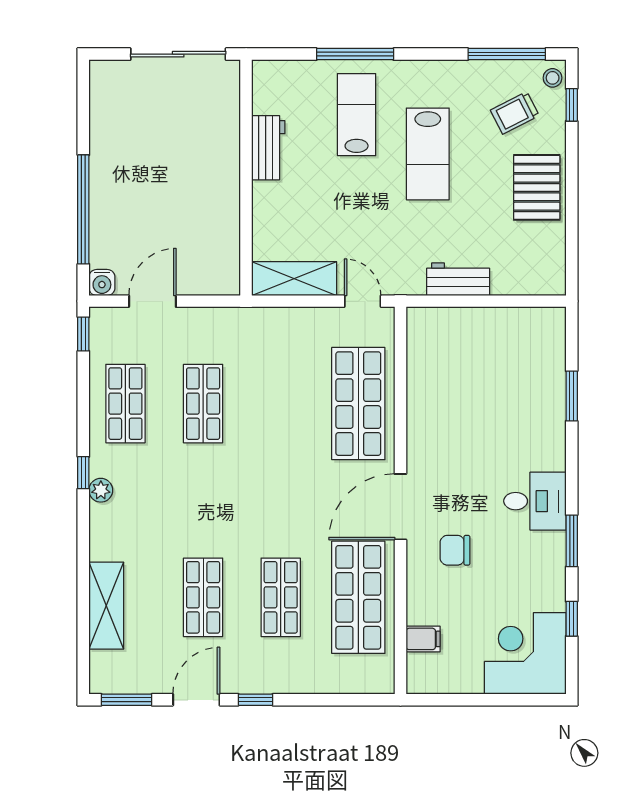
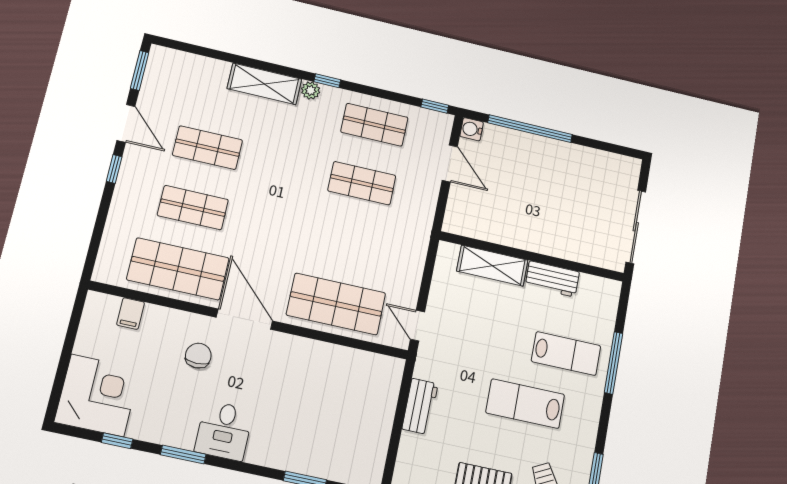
shelving: (294, 279) -> (492, 266), moved, turned 90
door: (363, 301) -> (418, 326), swing flipped
shelving: (106, 606) -> (264, 84), moved

